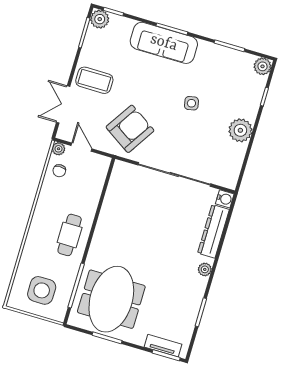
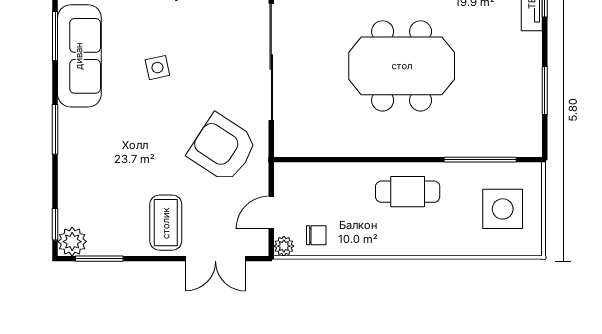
sofa: (164, 43) -> (79, 56), moved
meeting table: (111, 299) -> (402, 66), moved

